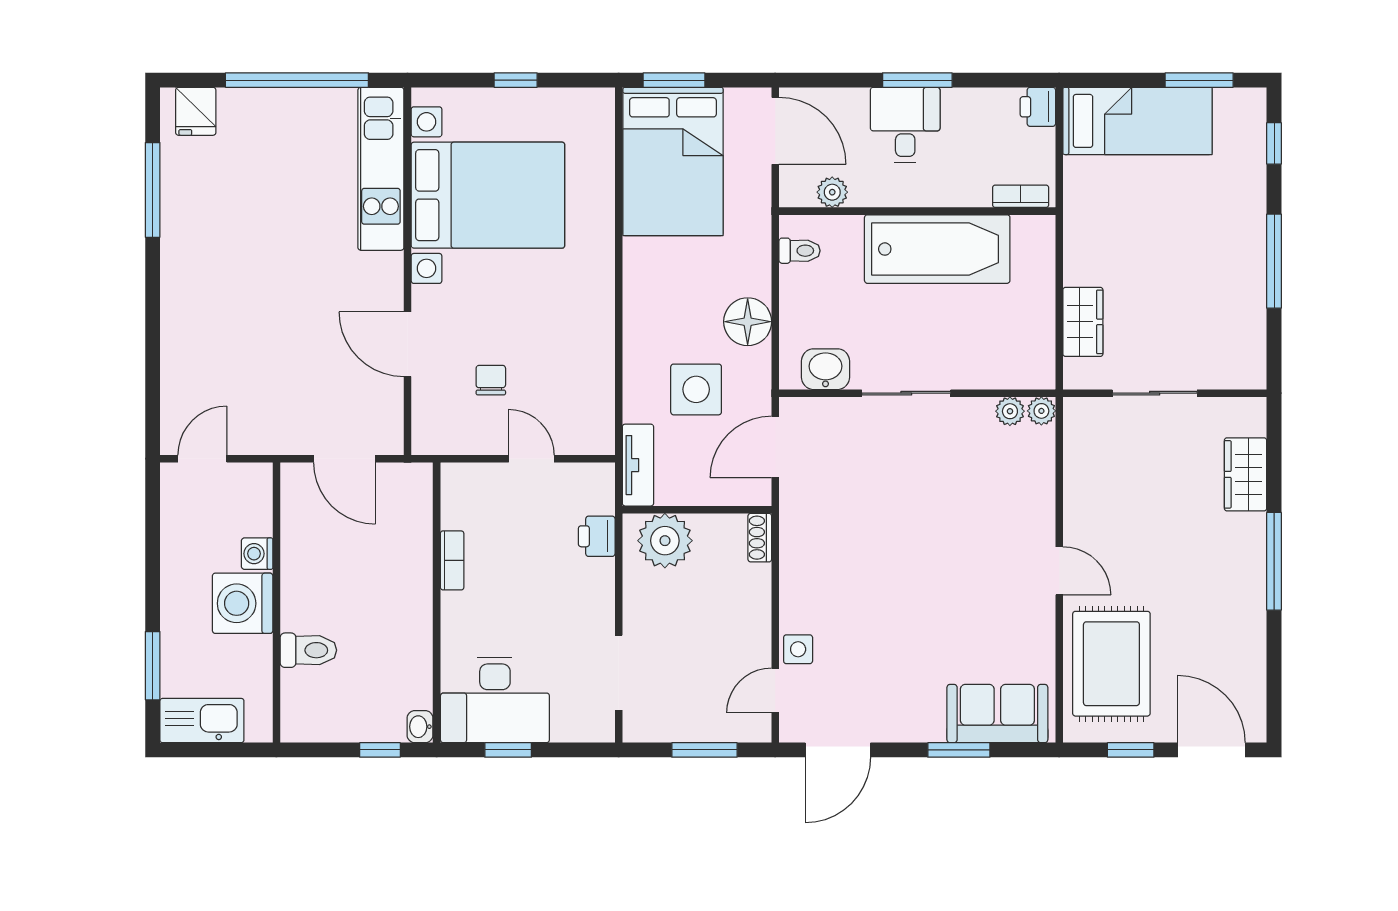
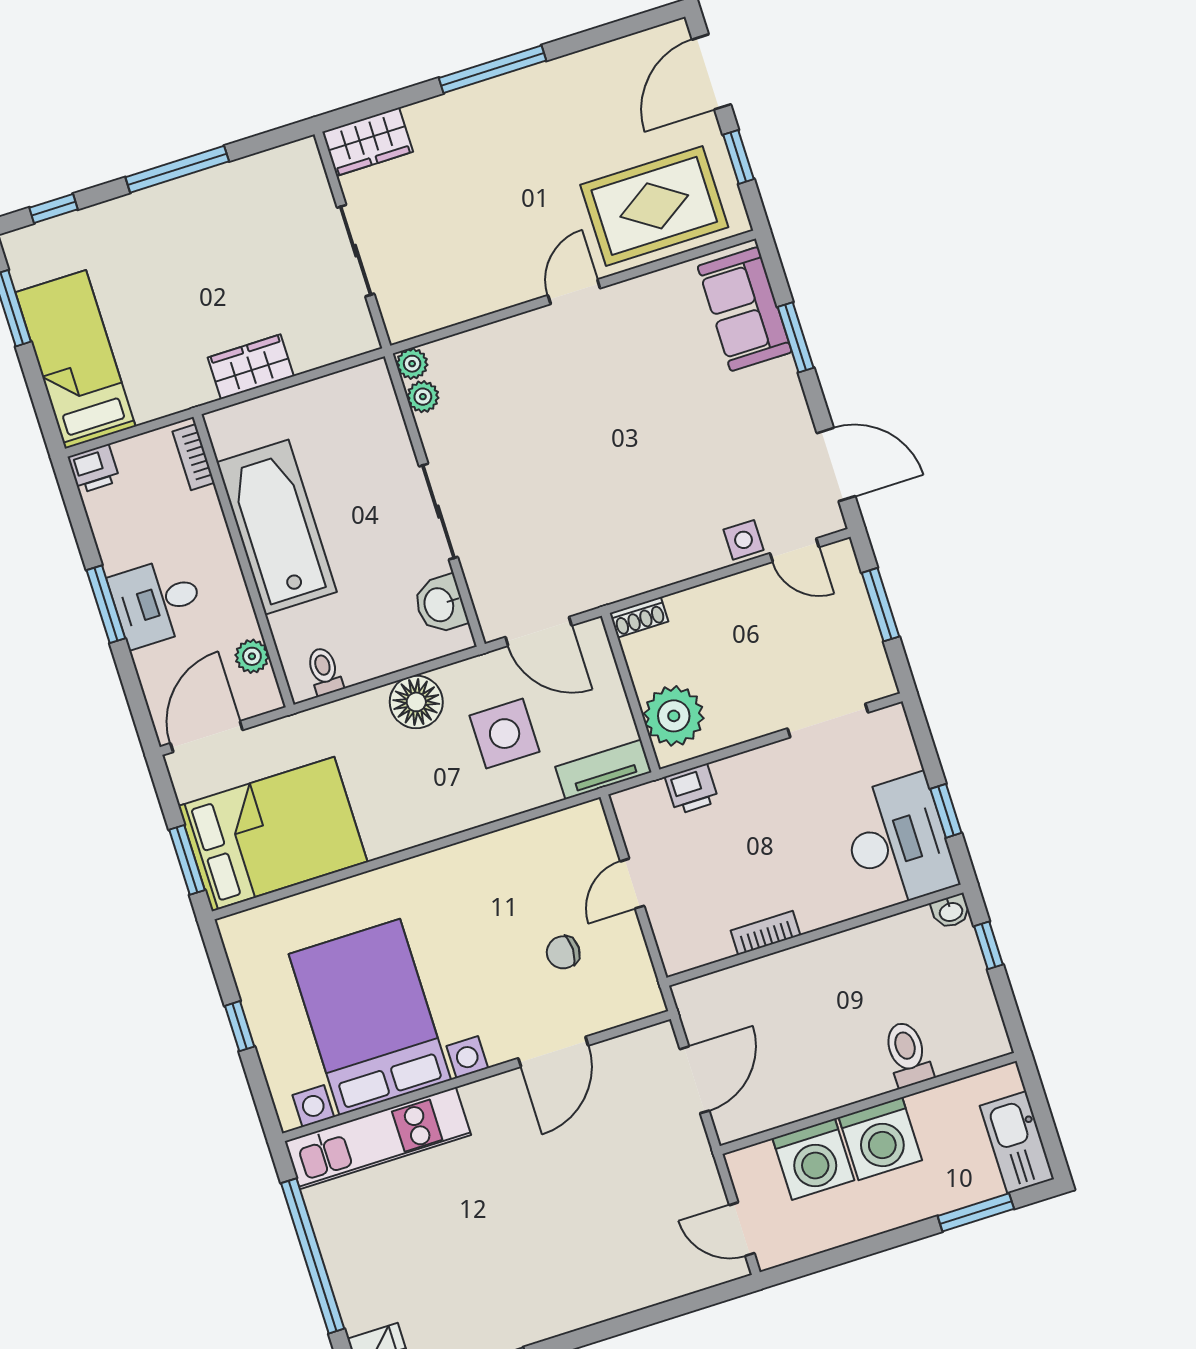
wardrobe: (1083, 322) -> (251, 367), moved
wardrobe: (1246, 474) -> (368, 142), moved
washing machine: (257, 554) -> (813, 1159), width x1.89, depth x1.89

